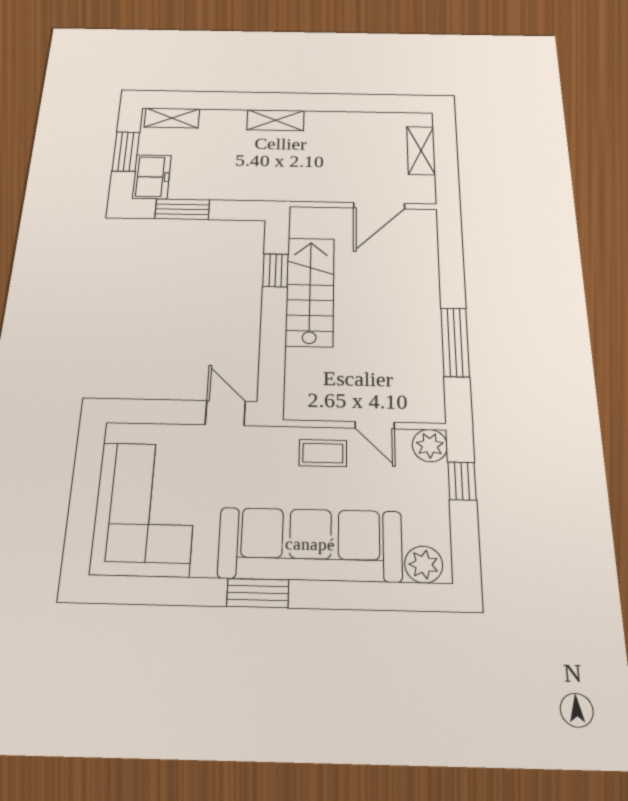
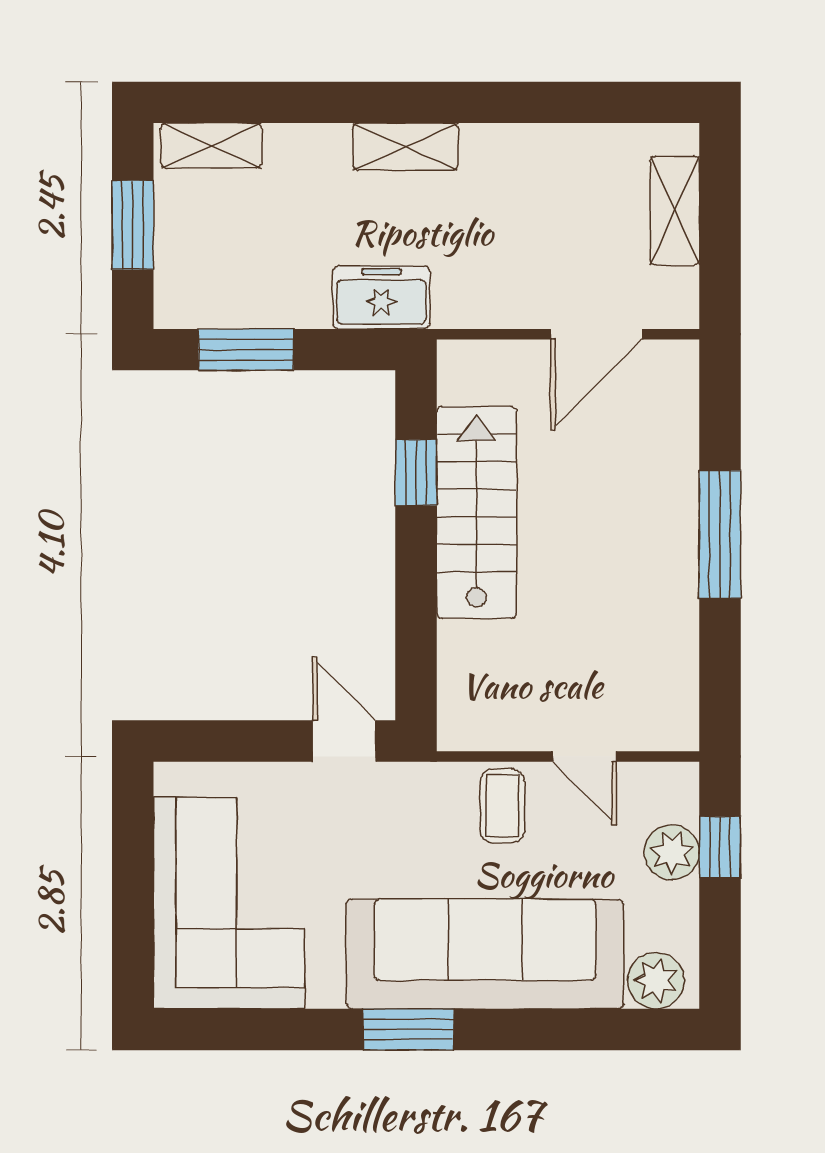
freezer: (152, 177) -> (381, 297), moved, turned -90
window: (455, 342) -> (720, 534), moved
plant: (430, 446) -> (672, 852), moved
coffee table: (323, 453) -> (502, 806), turned 90

